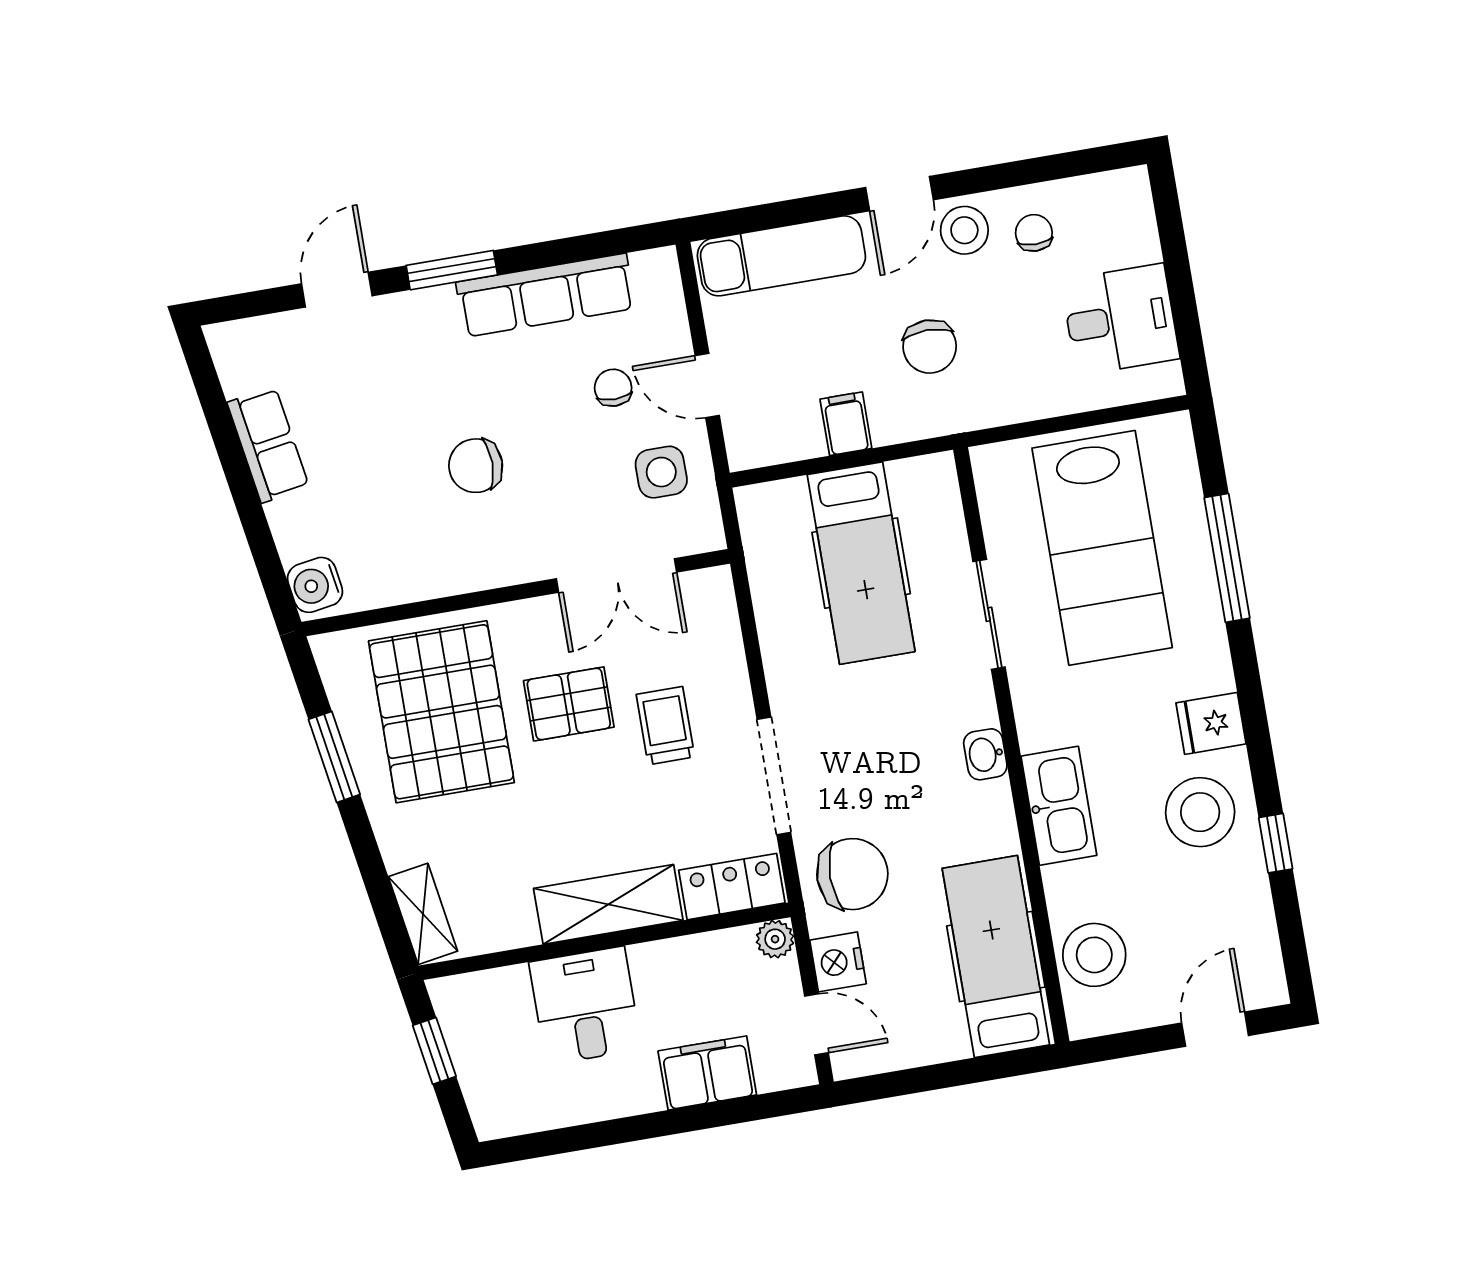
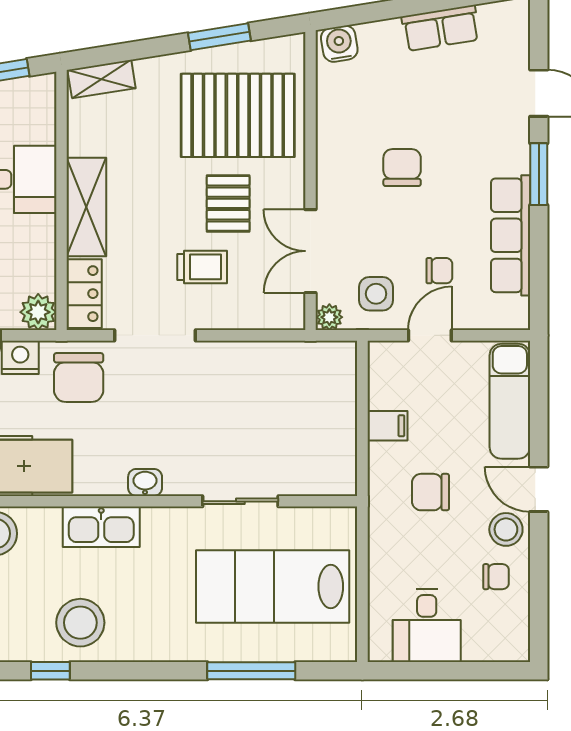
plant: (706, 533) -> (329, 317), added
hospital bed: (861, 563) -> (290, 420), removed
fridge: (1211, 723) -> (140, 640), removed
plant: (775, 939) -> (38, 312), width x1.38, depth x1.38

